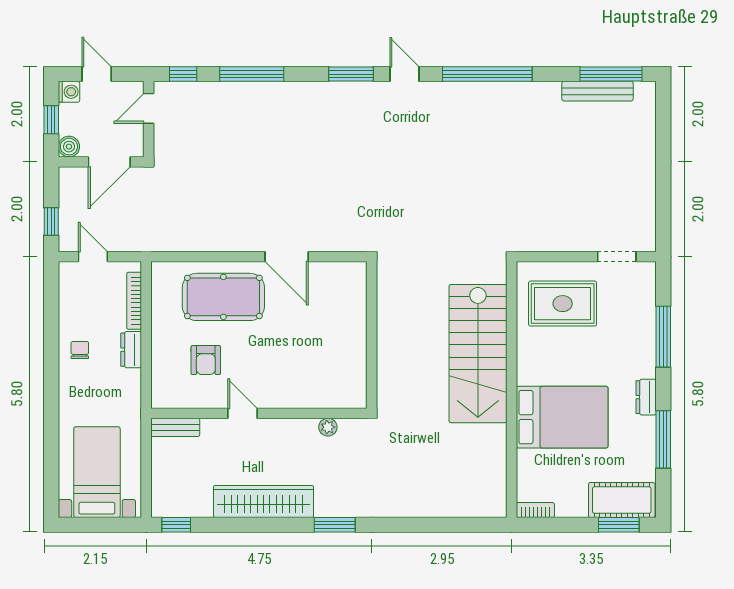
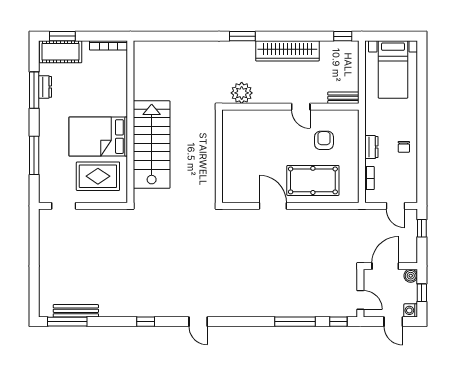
window: (351, 74) -> (232, 322), removed
window: (487, 74) -> (146, 322), width x0.32
door: (149, 108) -> (360, 300), hinge flipped
bookcase: (134, 301) -> (369, 178), width x0.64
dresser: (646, 397) -> (45, 87), moved
bed: (562, 417) -> (98, 137), moved
plant: (328, 427) -> (242, 93), width x1.87, depth x1.87
bookcase: (535, 510) -> (108, 45), width x1.56

